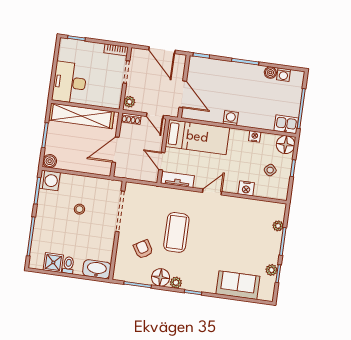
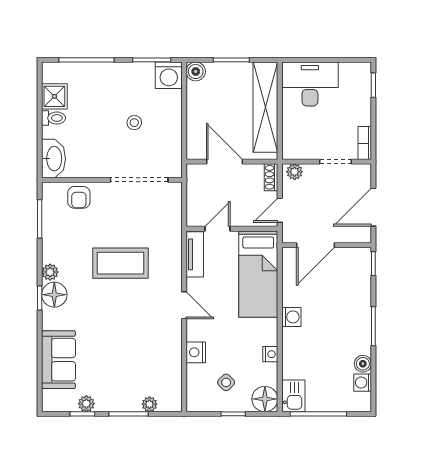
armchair: (143, 249) -> (79, 197), moved, turned 121
floor lamp: (161, 277) -> (54, 295), moved

